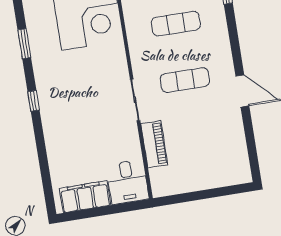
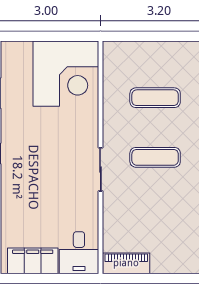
piano: (154, 144) -> (126, 263), moved, turned -90

